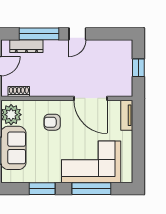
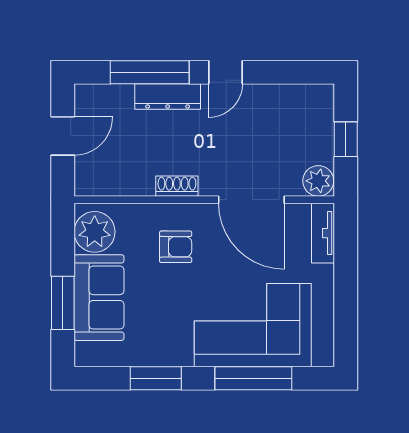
dresser: (26, 46) -> (168, 96), moved
plant: (124, 89) -> (318, 181), added
shoe rack: (19, 91) -> (177, 186), moved
armchair: (52, 122) -> (176, 247), turned 180

